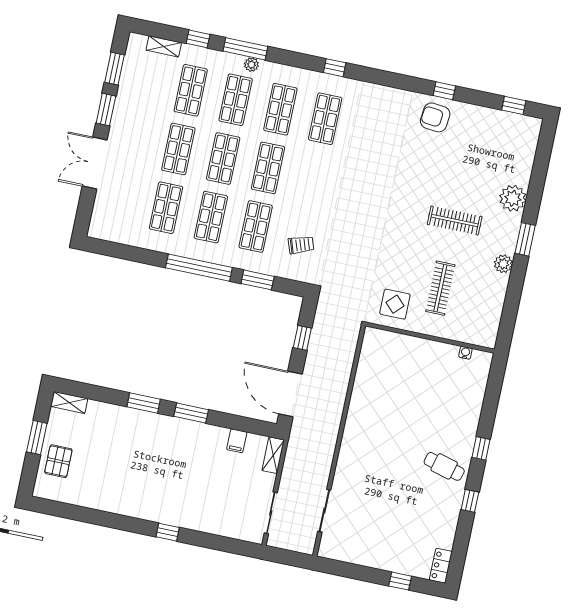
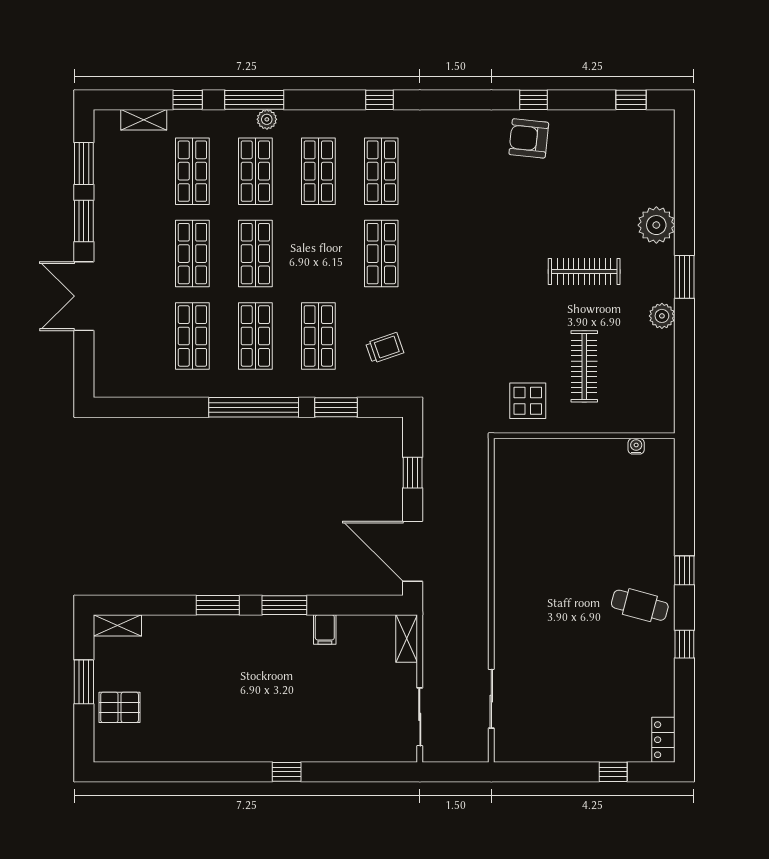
shop shelf: (268, 168) -> (381, 254), moved
filing cabinet: (237, 441) -> (325, 629), moved
pallet: (58, 461) -> (120, 707), turned 90

